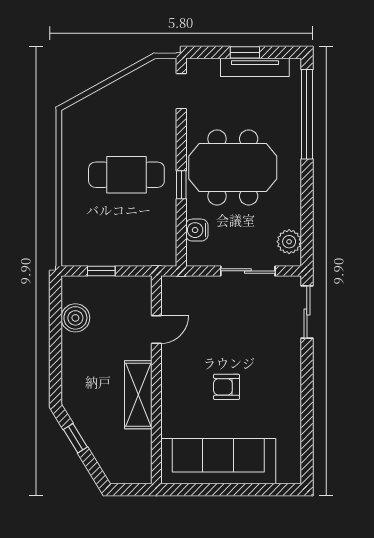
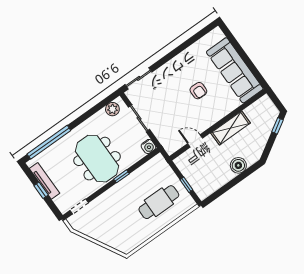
cafe table: (126, 175) -> (159, 202), moved, turned 90
water cooler: (197, 230) -> (148, 146), moved
boiler: (75, 318) -> (238, 165), moved
window: (75, 438) -> (277, 126), moved

